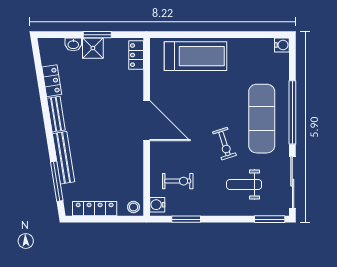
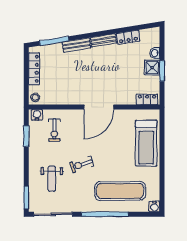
exercise mat: (262, 119) -> (120, 191), moved
bench: (64, 158) -> (76, 45), width x0.73
weight bench: (244, 184) -> (52, 179), turned 180

